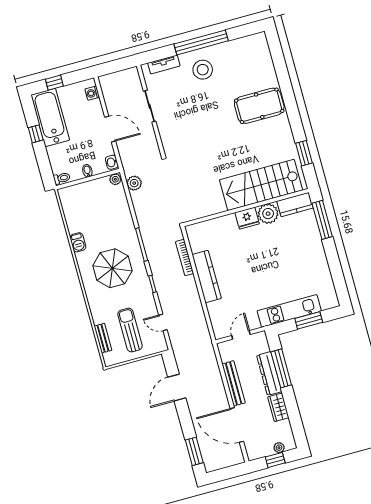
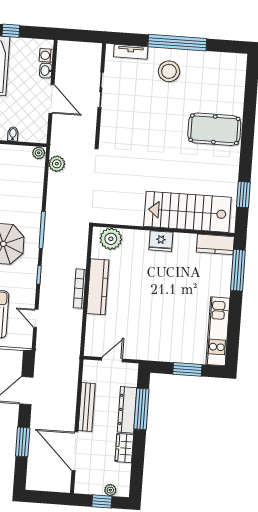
washbasin: (112, 162) -> (46, 71), moved
plant: (268, 214) -> (111, 239), moved
bookcase: (185, 257) -> (80, 289), moved
kitchen unit: (289, 311) -> (218, 331), moved, turned -90
window: (194, 451) -> (23, 442), moved

